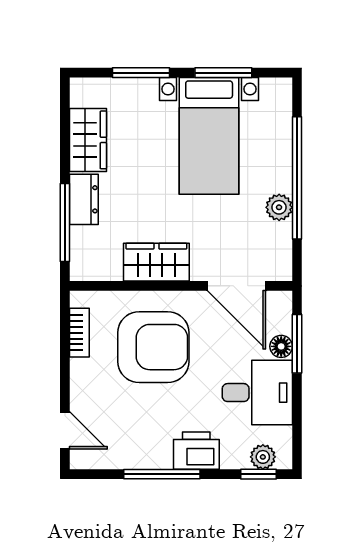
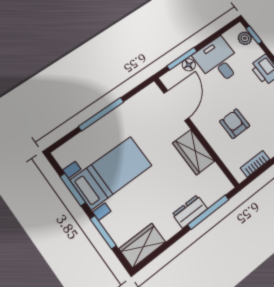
wardrobe: (88, 140) -> (142, 245), moved
window: (297, 178) -> (101, 114), width x0.68
plant: (279, 207) -> (123, 112), removed
armchair: (153, 347) -> (235, 124), width x0.53, depth x0.53

